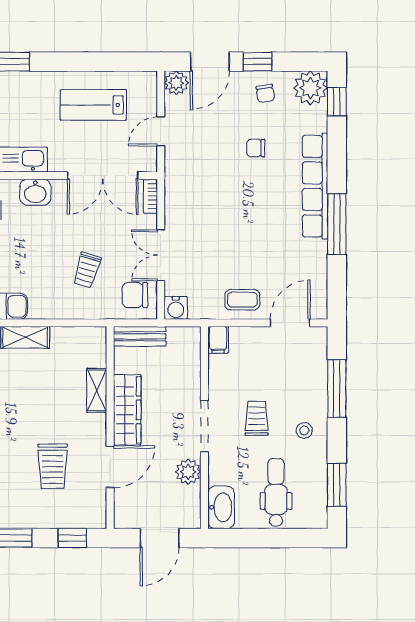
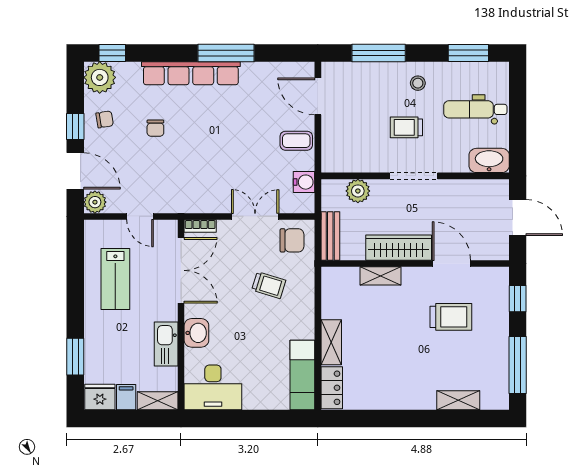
double door: (161, 255) -> (255, 216), swing flipped
chair: (135, 295) -> (292, 240), turned -90
coffee table: (242, 300) -> (296, 141), turned 90
water cooler: (176, 308) -> (304, 182), moved
filing cabinet: (218, 340) -> (334, 163), removed
plant: (188, 472) -> (358, 191), moved

